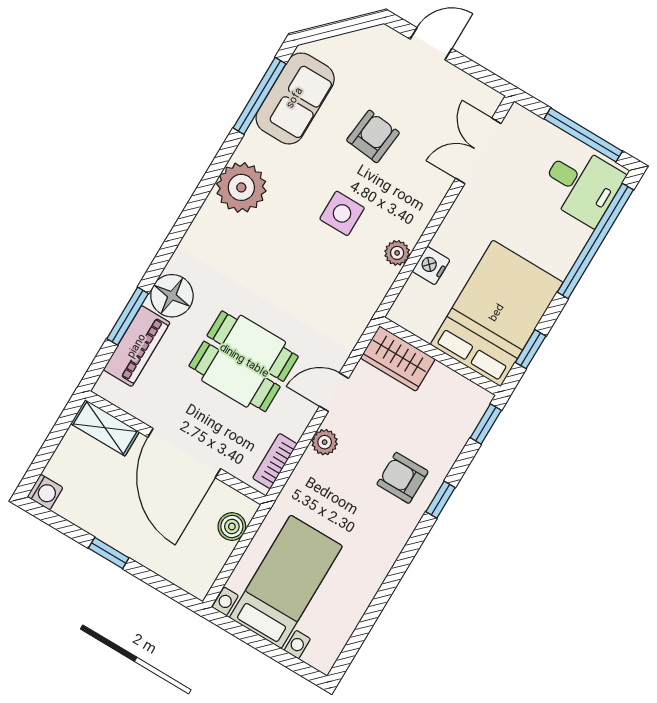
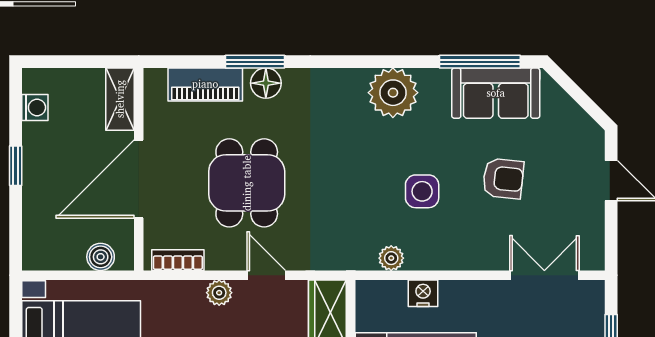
plant: (397, 253) -> (391, 258), moved
floor lamp: (172, 296) -> (266, 83), width x0.73, depth x0.73
window: (128, 316) -> (255, 62), moved
washing machine: (45, 492) -> (35, 107), moved, turned -90

